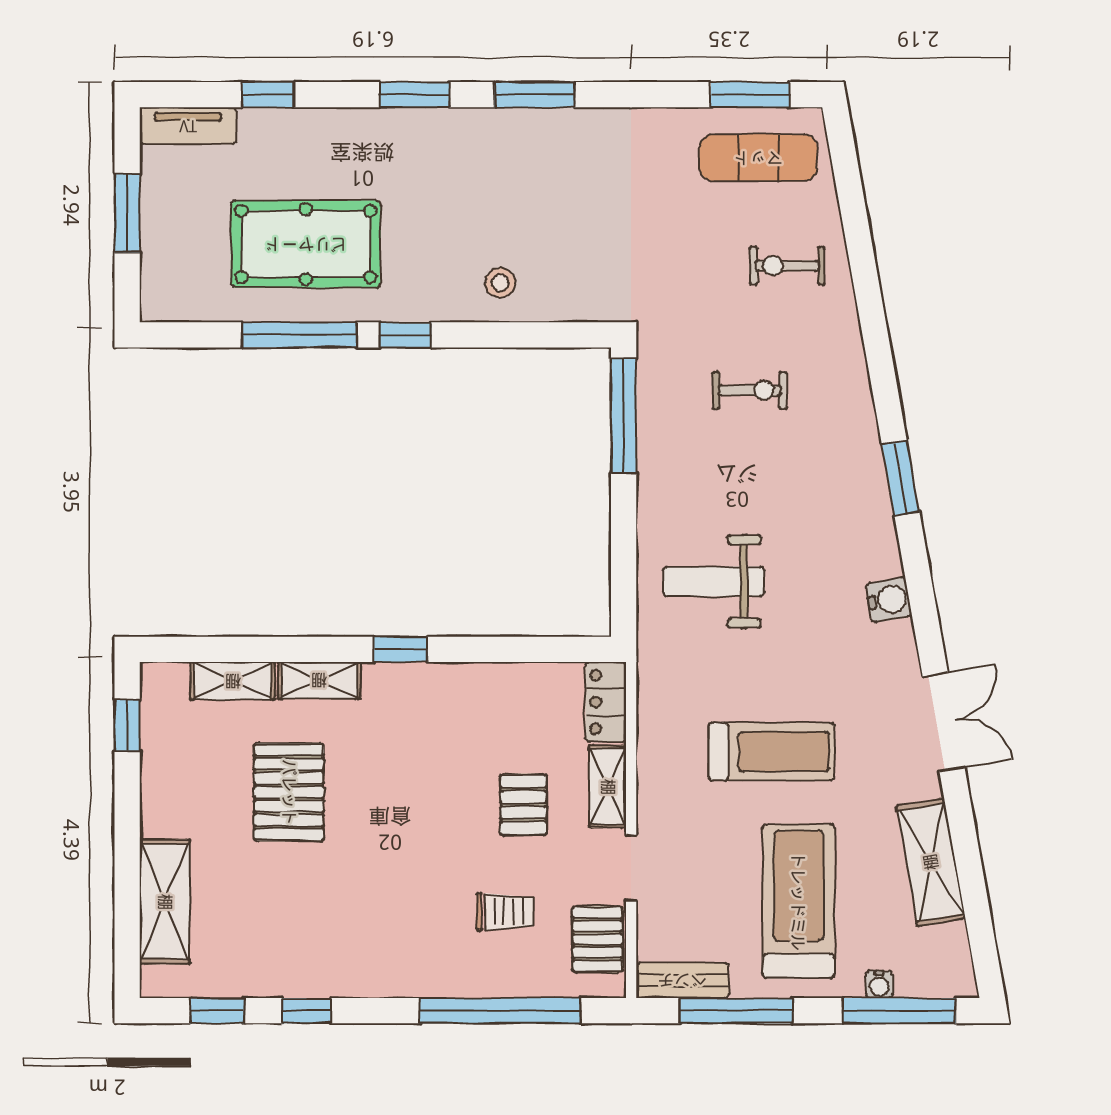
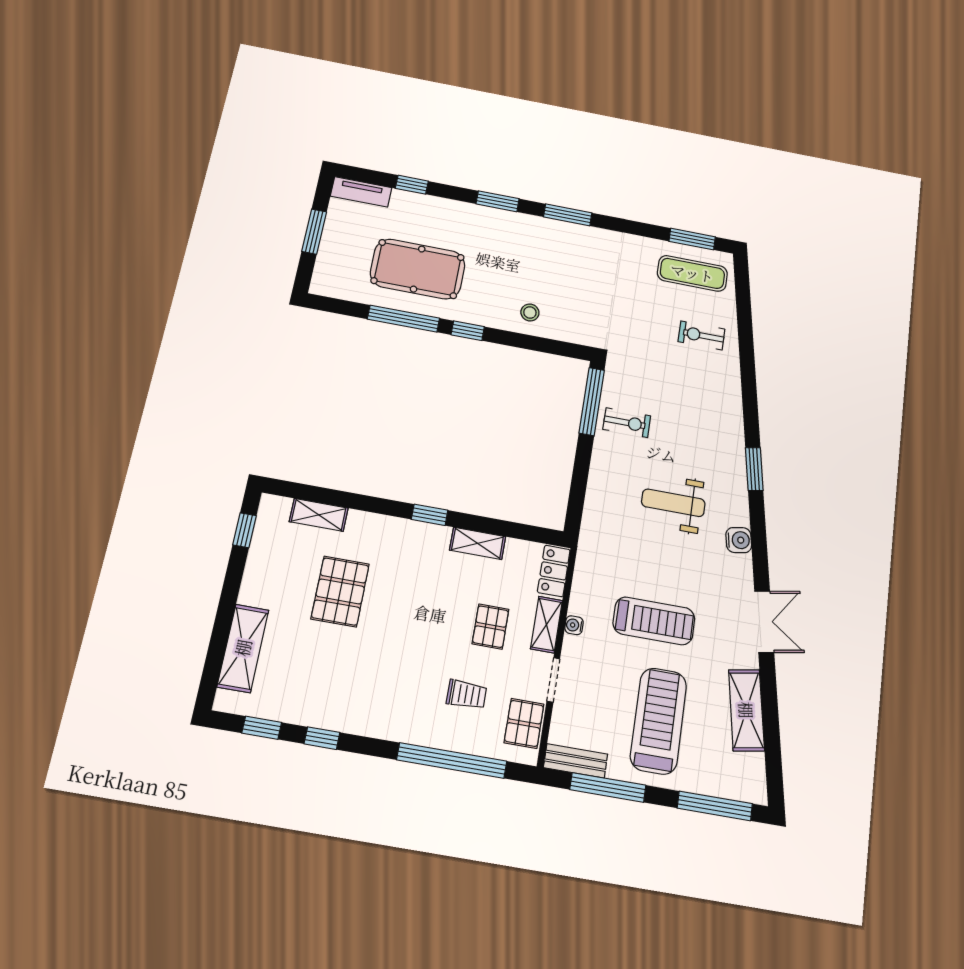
exercise bike: (750, 390) -> (627, 423), moved
weight bench: (714, 582) -> (673, 503), moved
shelving: (319, 680) -> (478, 543), moved
water cooler: (879, 984) -> (574, 625), moved, turned 90

